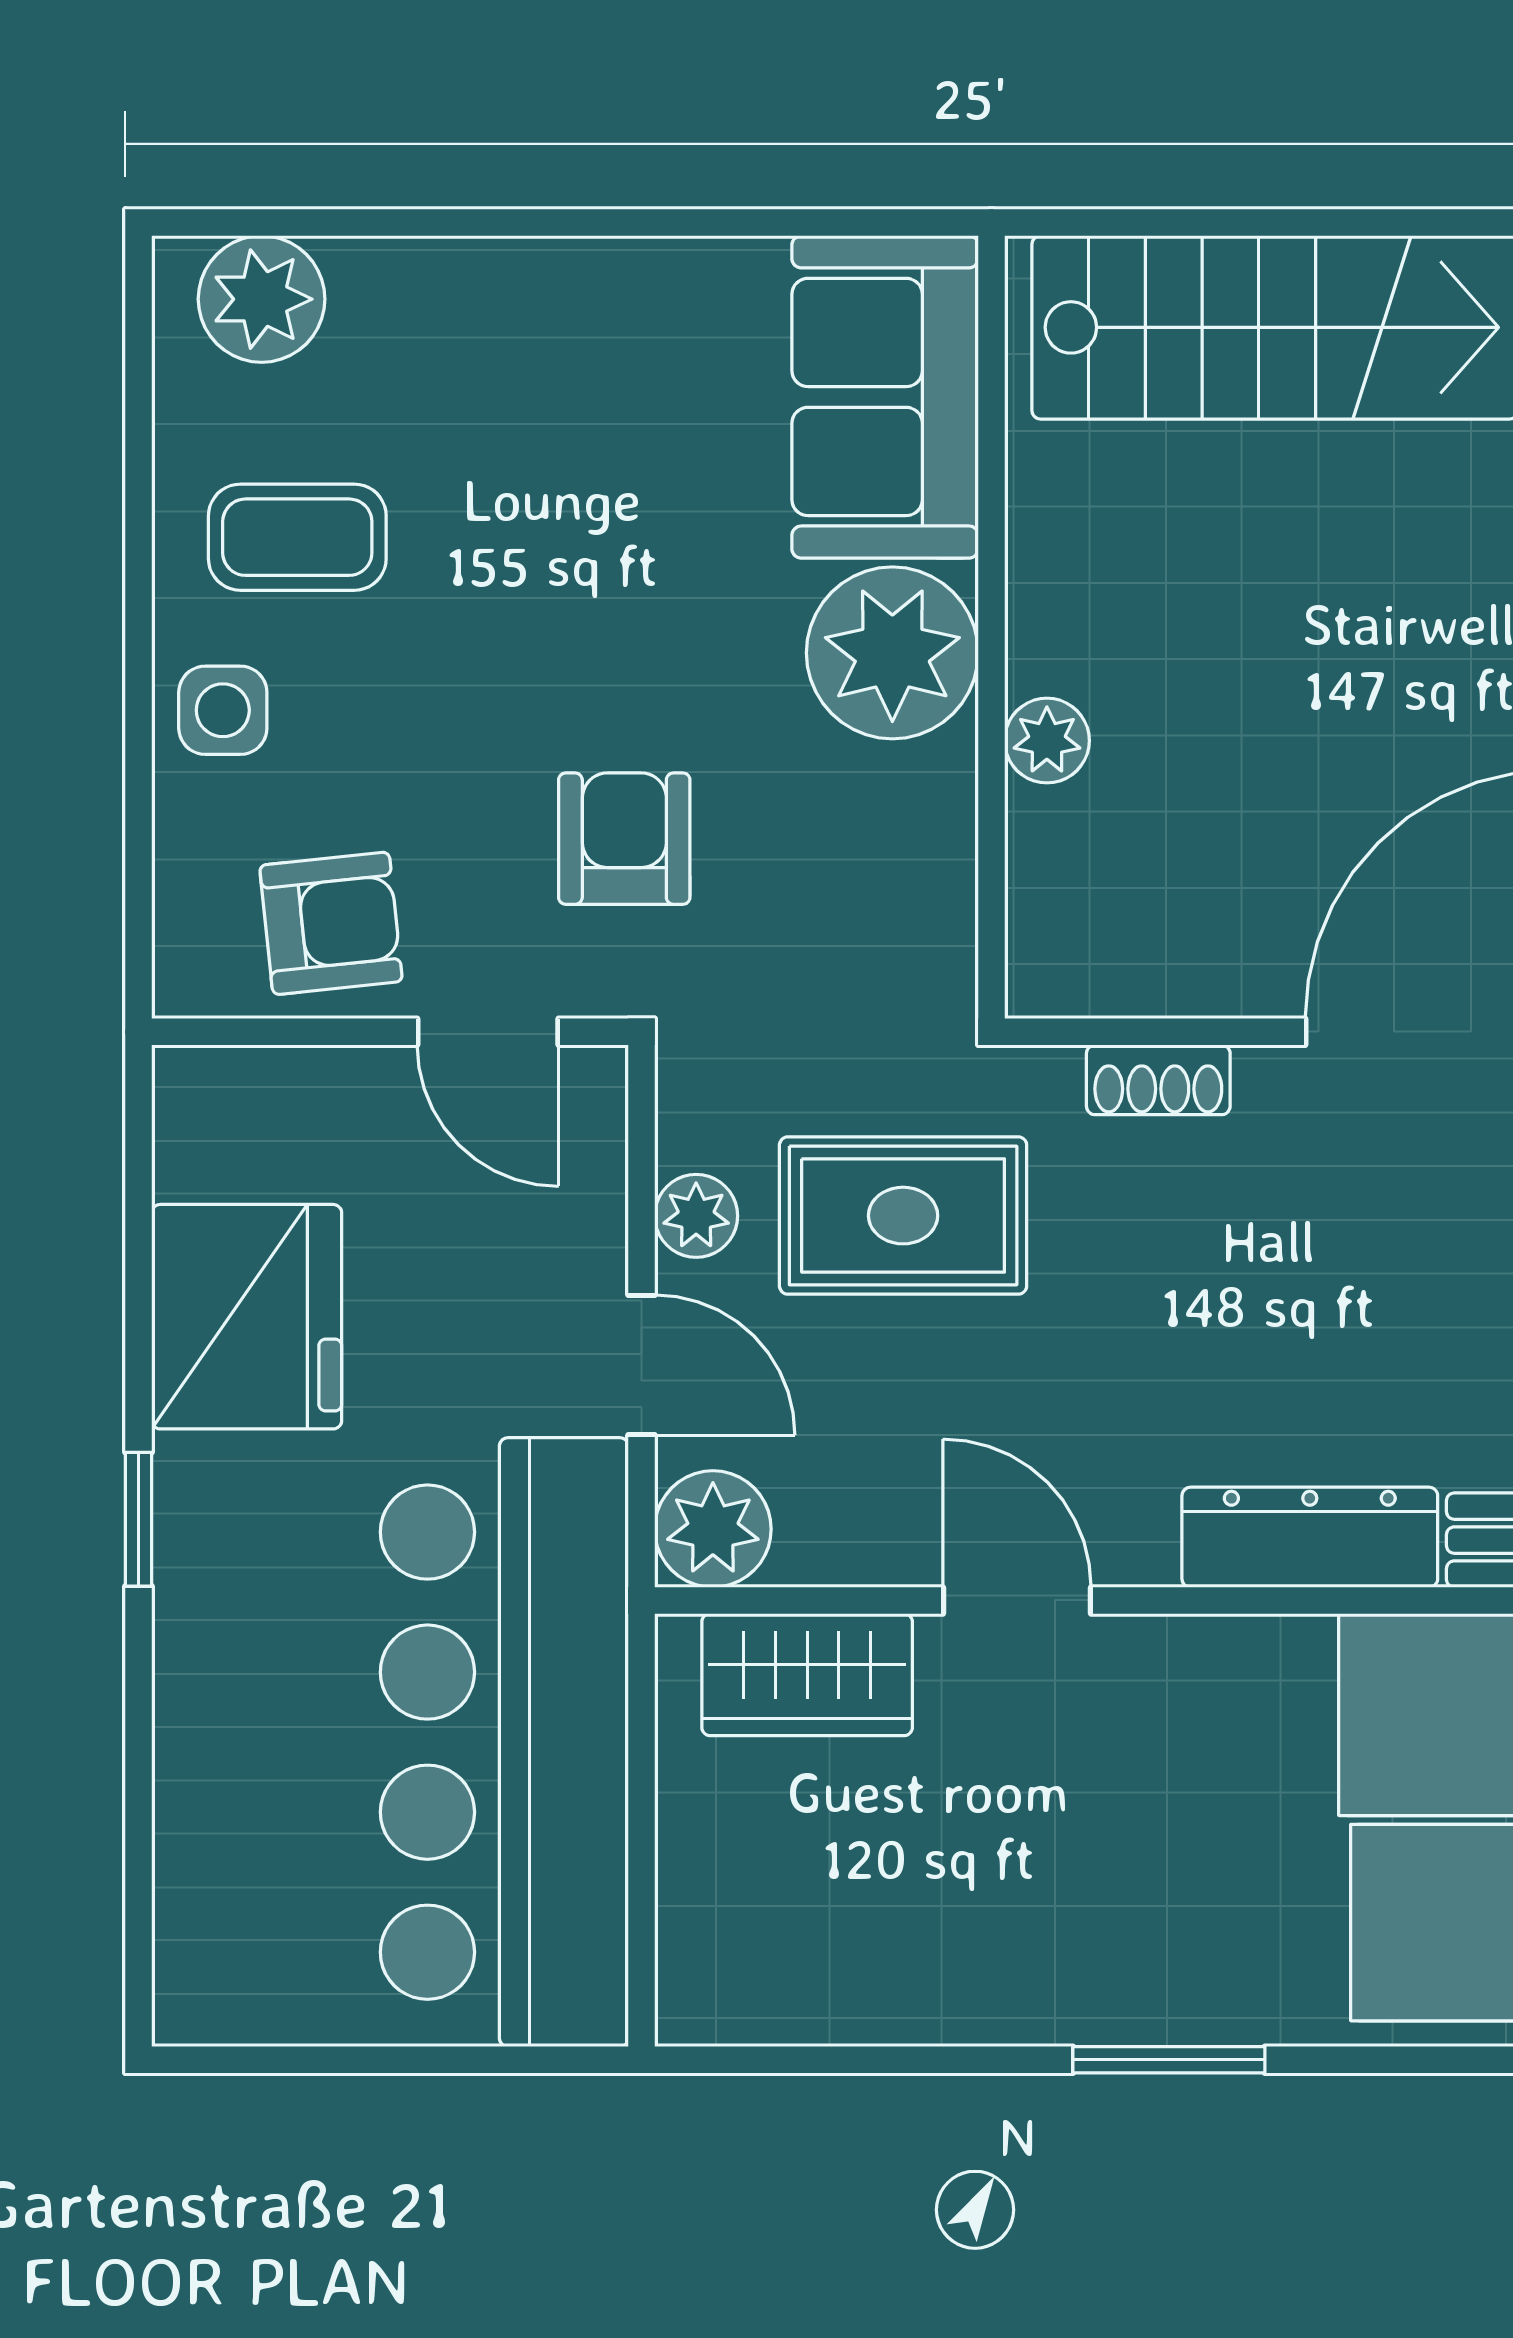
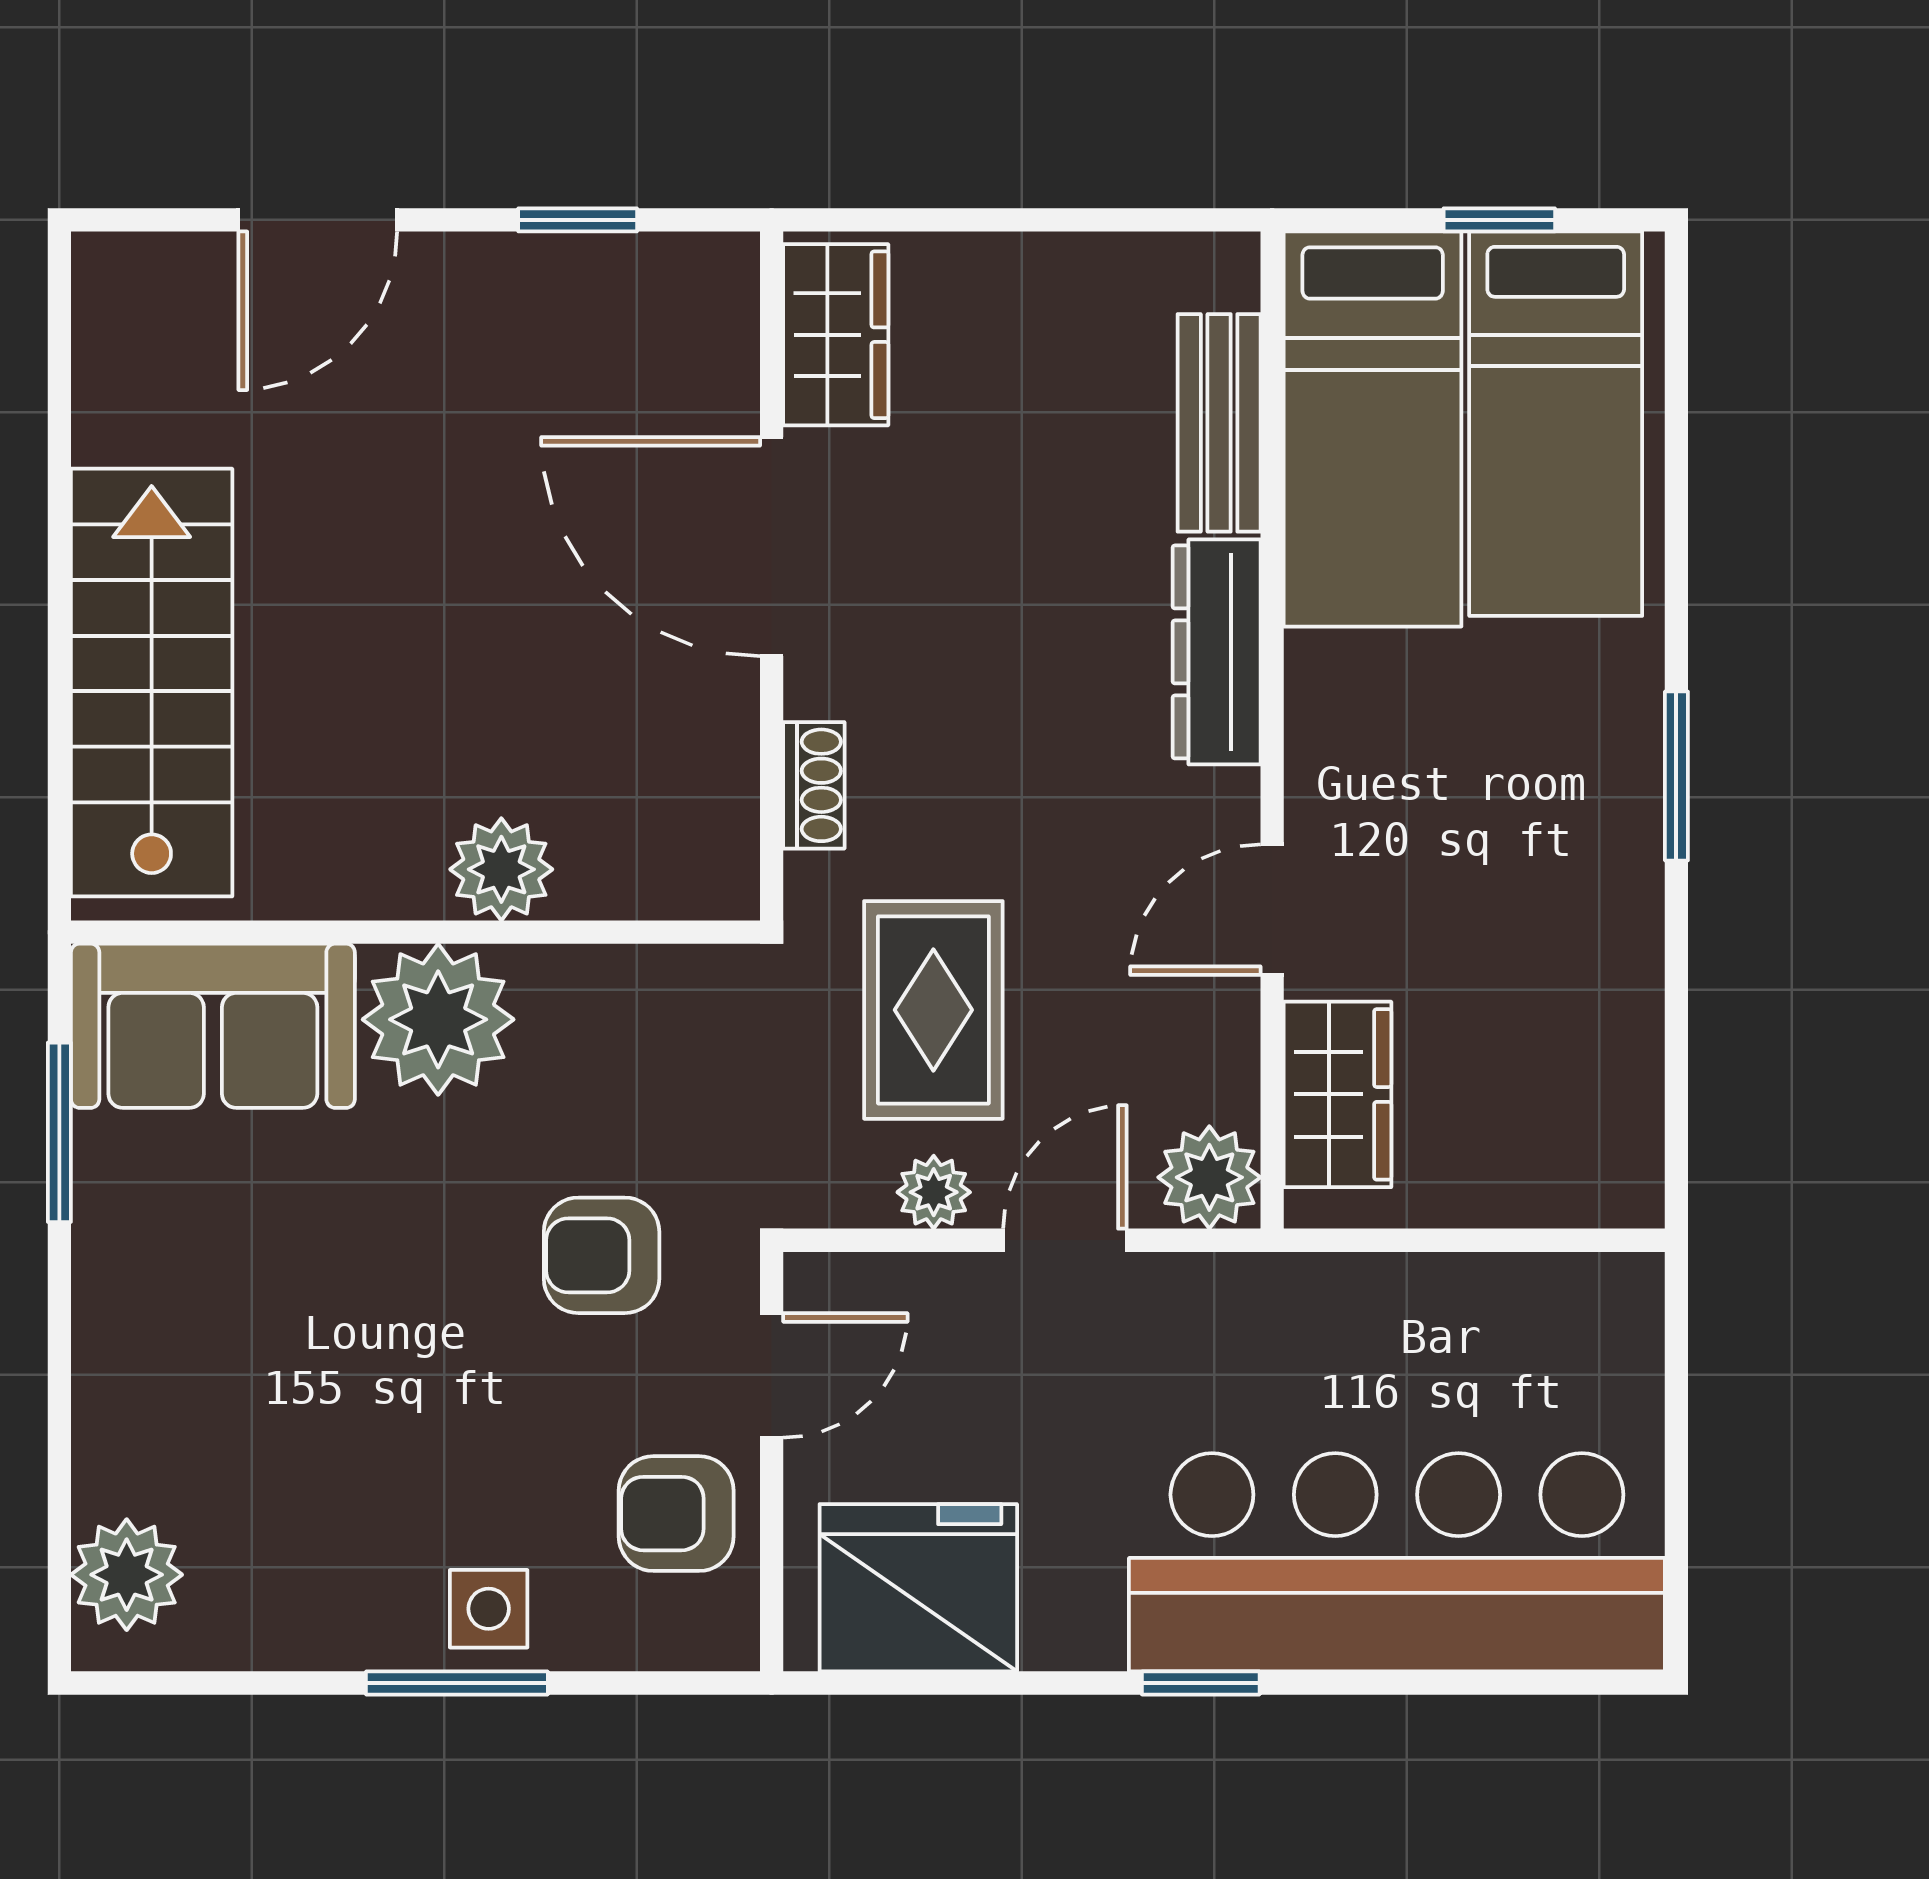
window: (764, 223) -> (59, 1132), added
coffee table: (297, 537) -> (336, 1543), removed
window: (138, 674) -> (457, 1683), added
plant: (1047, 741) -> (501, 869), width x1.38, depth x1.38
armchair: (331, 923) -> (676, 1514), turned -84
fridge: (247, 1317) -> (918, 1588), moved
bar counter: (504, 1742) -> (1397, 1562), moved, turned 180

